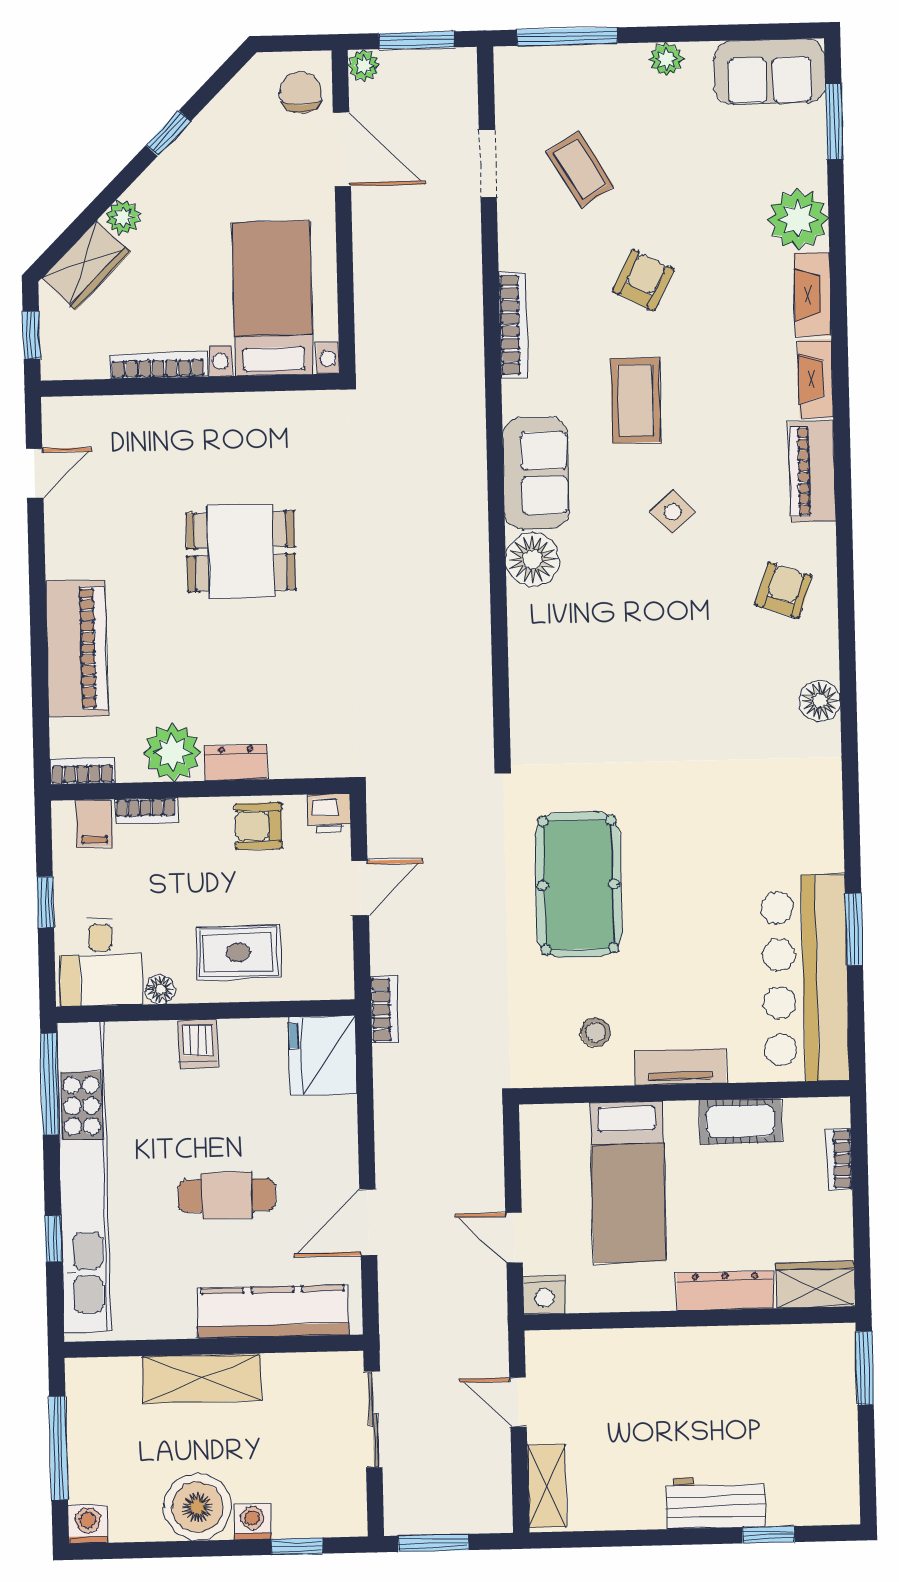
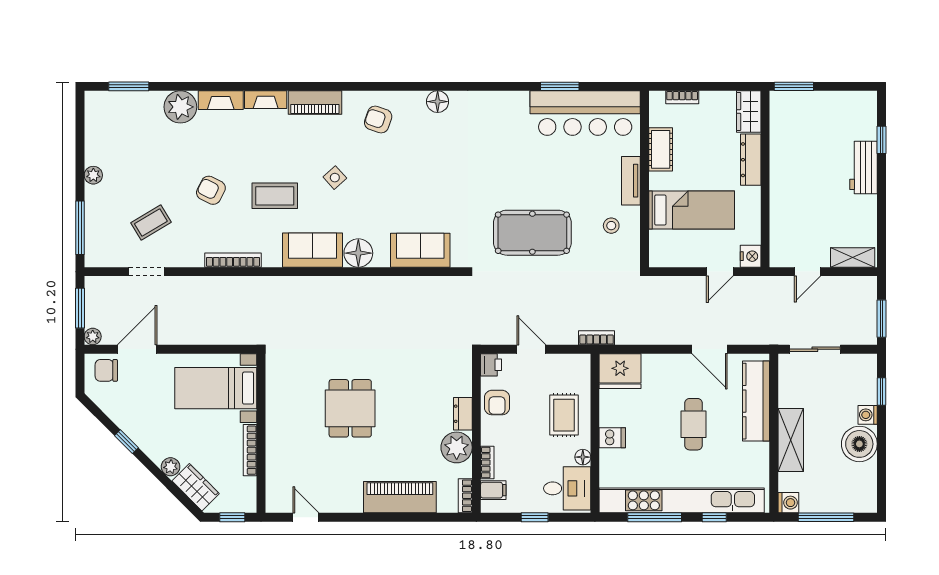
sofa: (770, 72) -> (420, 250), moved, turned -90
window: (50, 1084) -> (655, 517), moved
washing machine: (88, 1524) -> (788, 503), moved, turned 180

